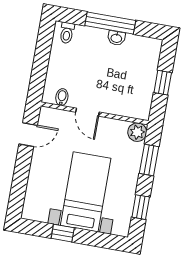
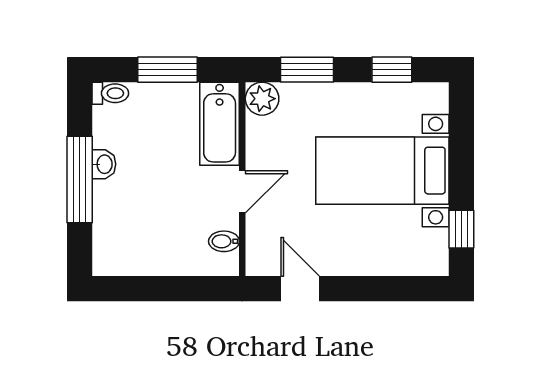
toilet: (67, 33) -> (110, 93), moved
window: (163, 83) -> (168, 70), width x1.50
bathtub: (128, 106) -> (220, 124), added
window: (63, 233) -> (461, 229), moved

